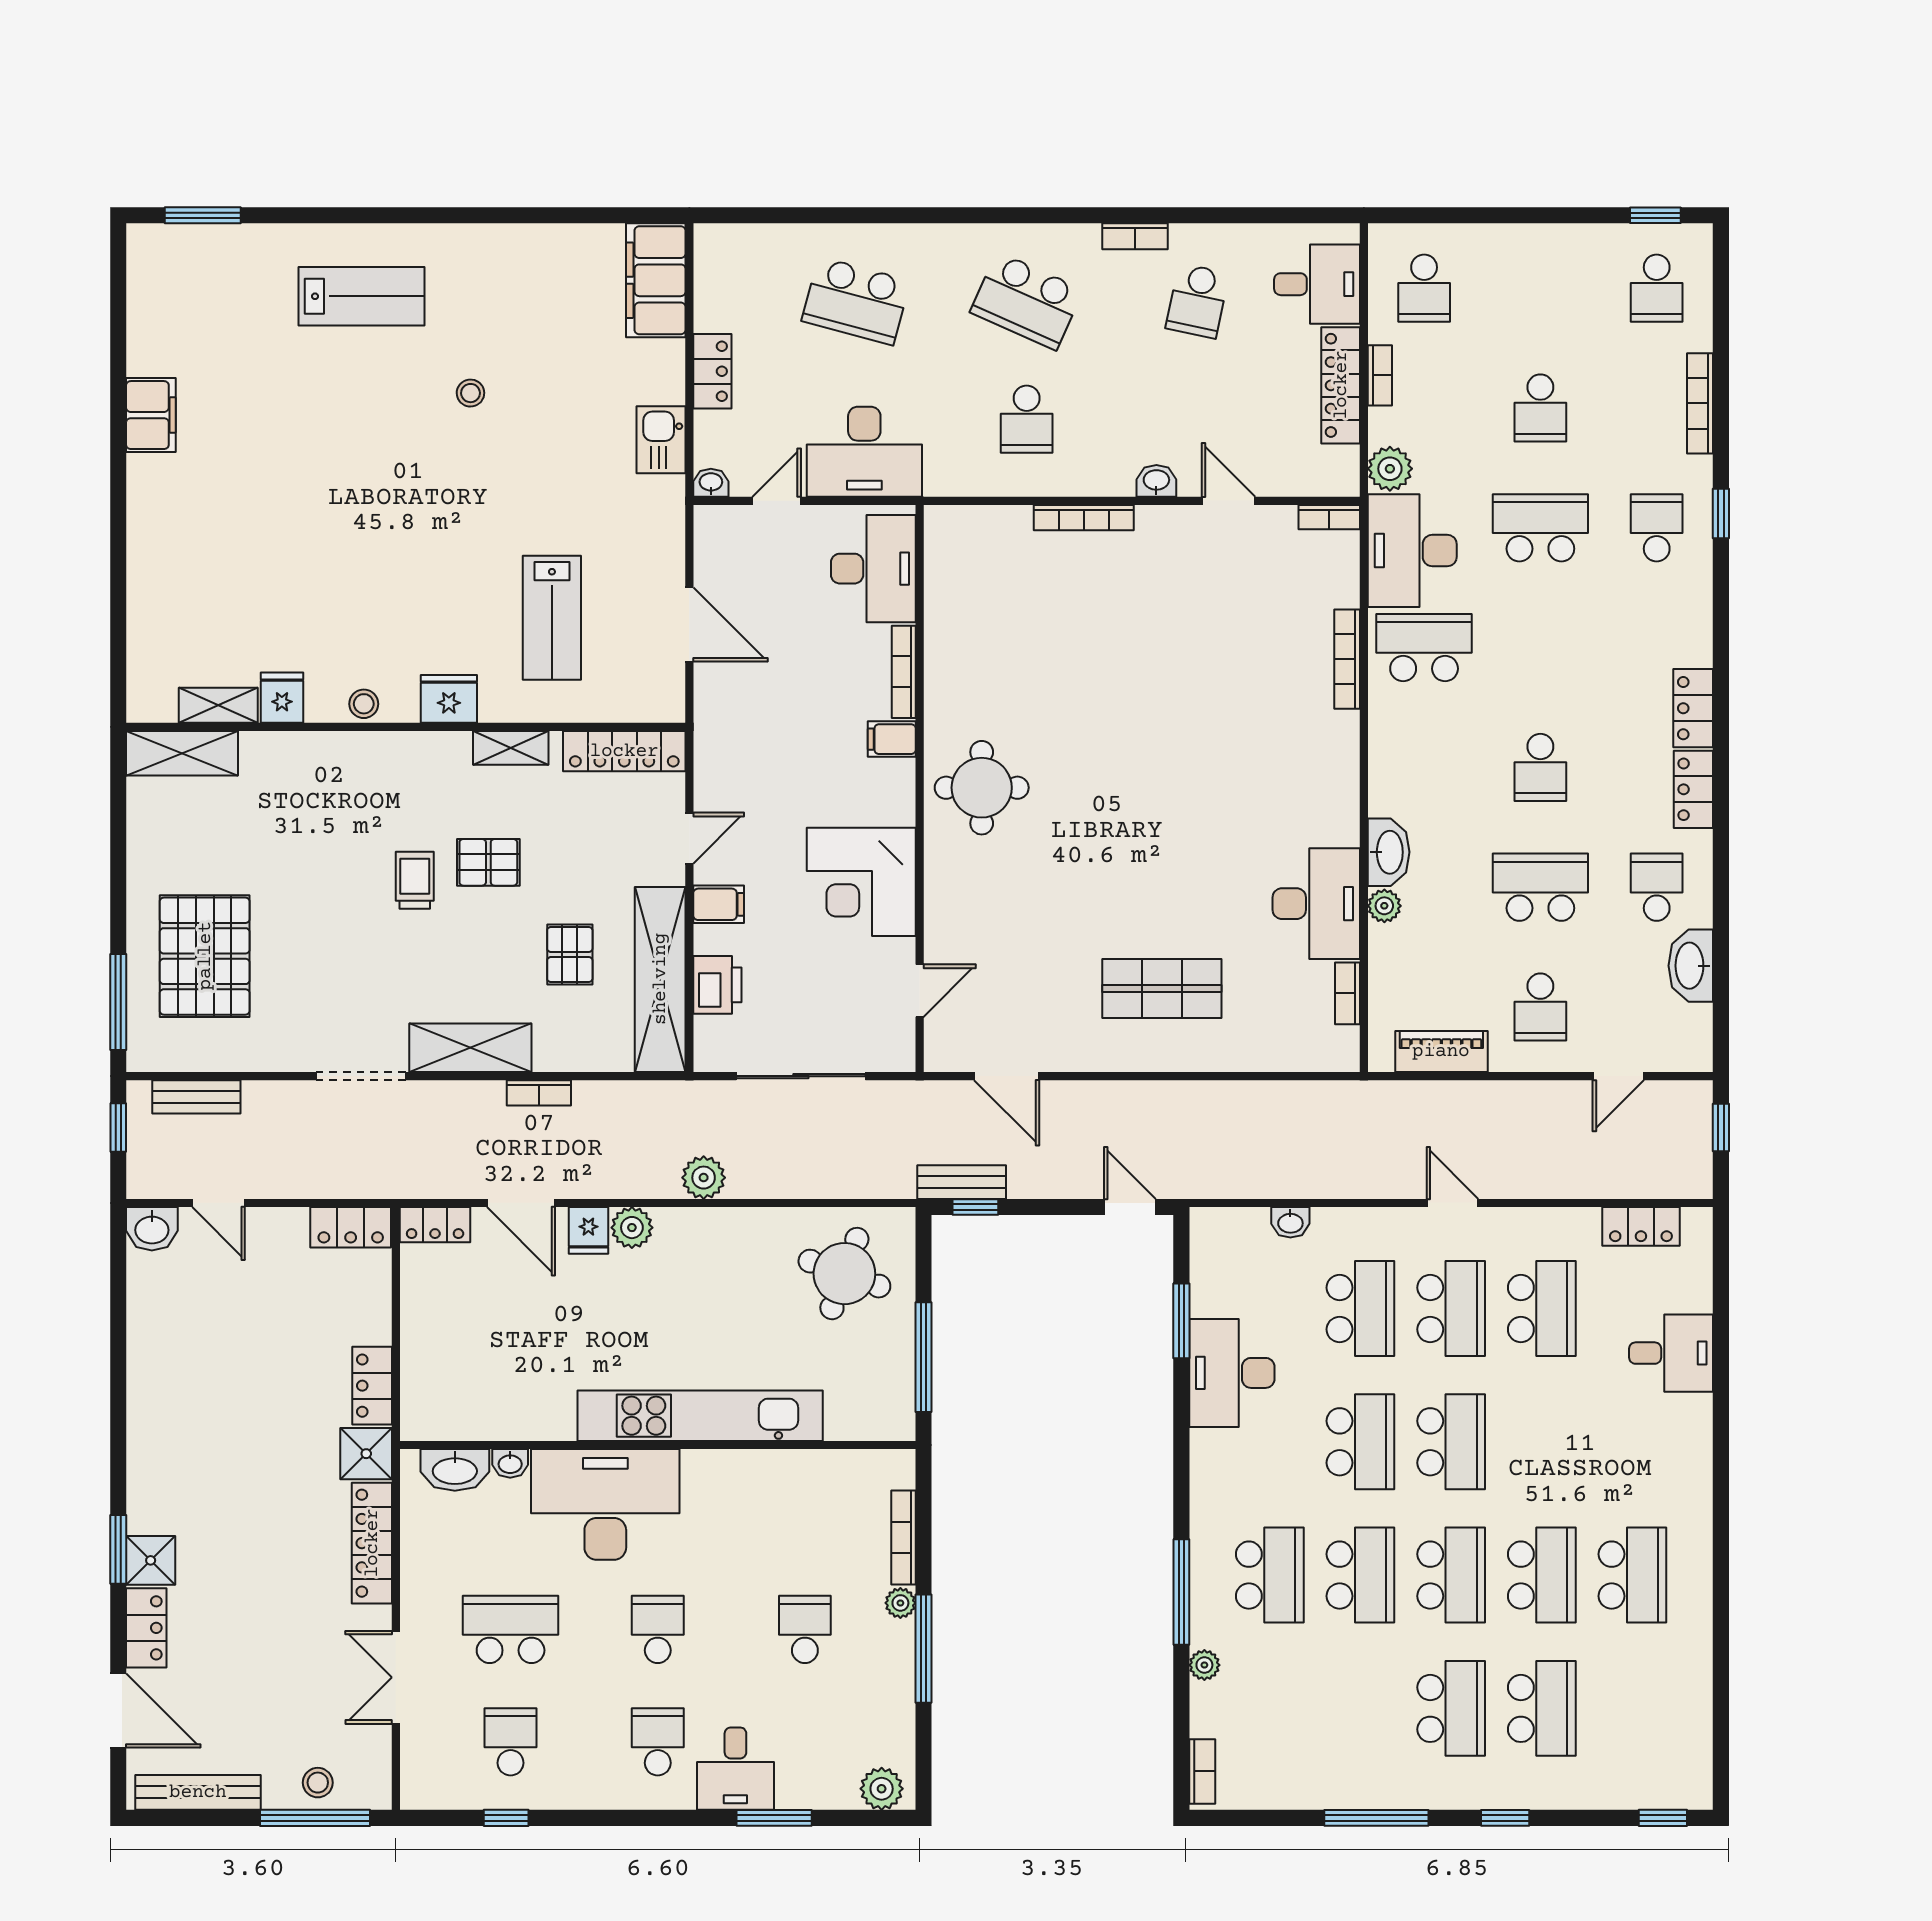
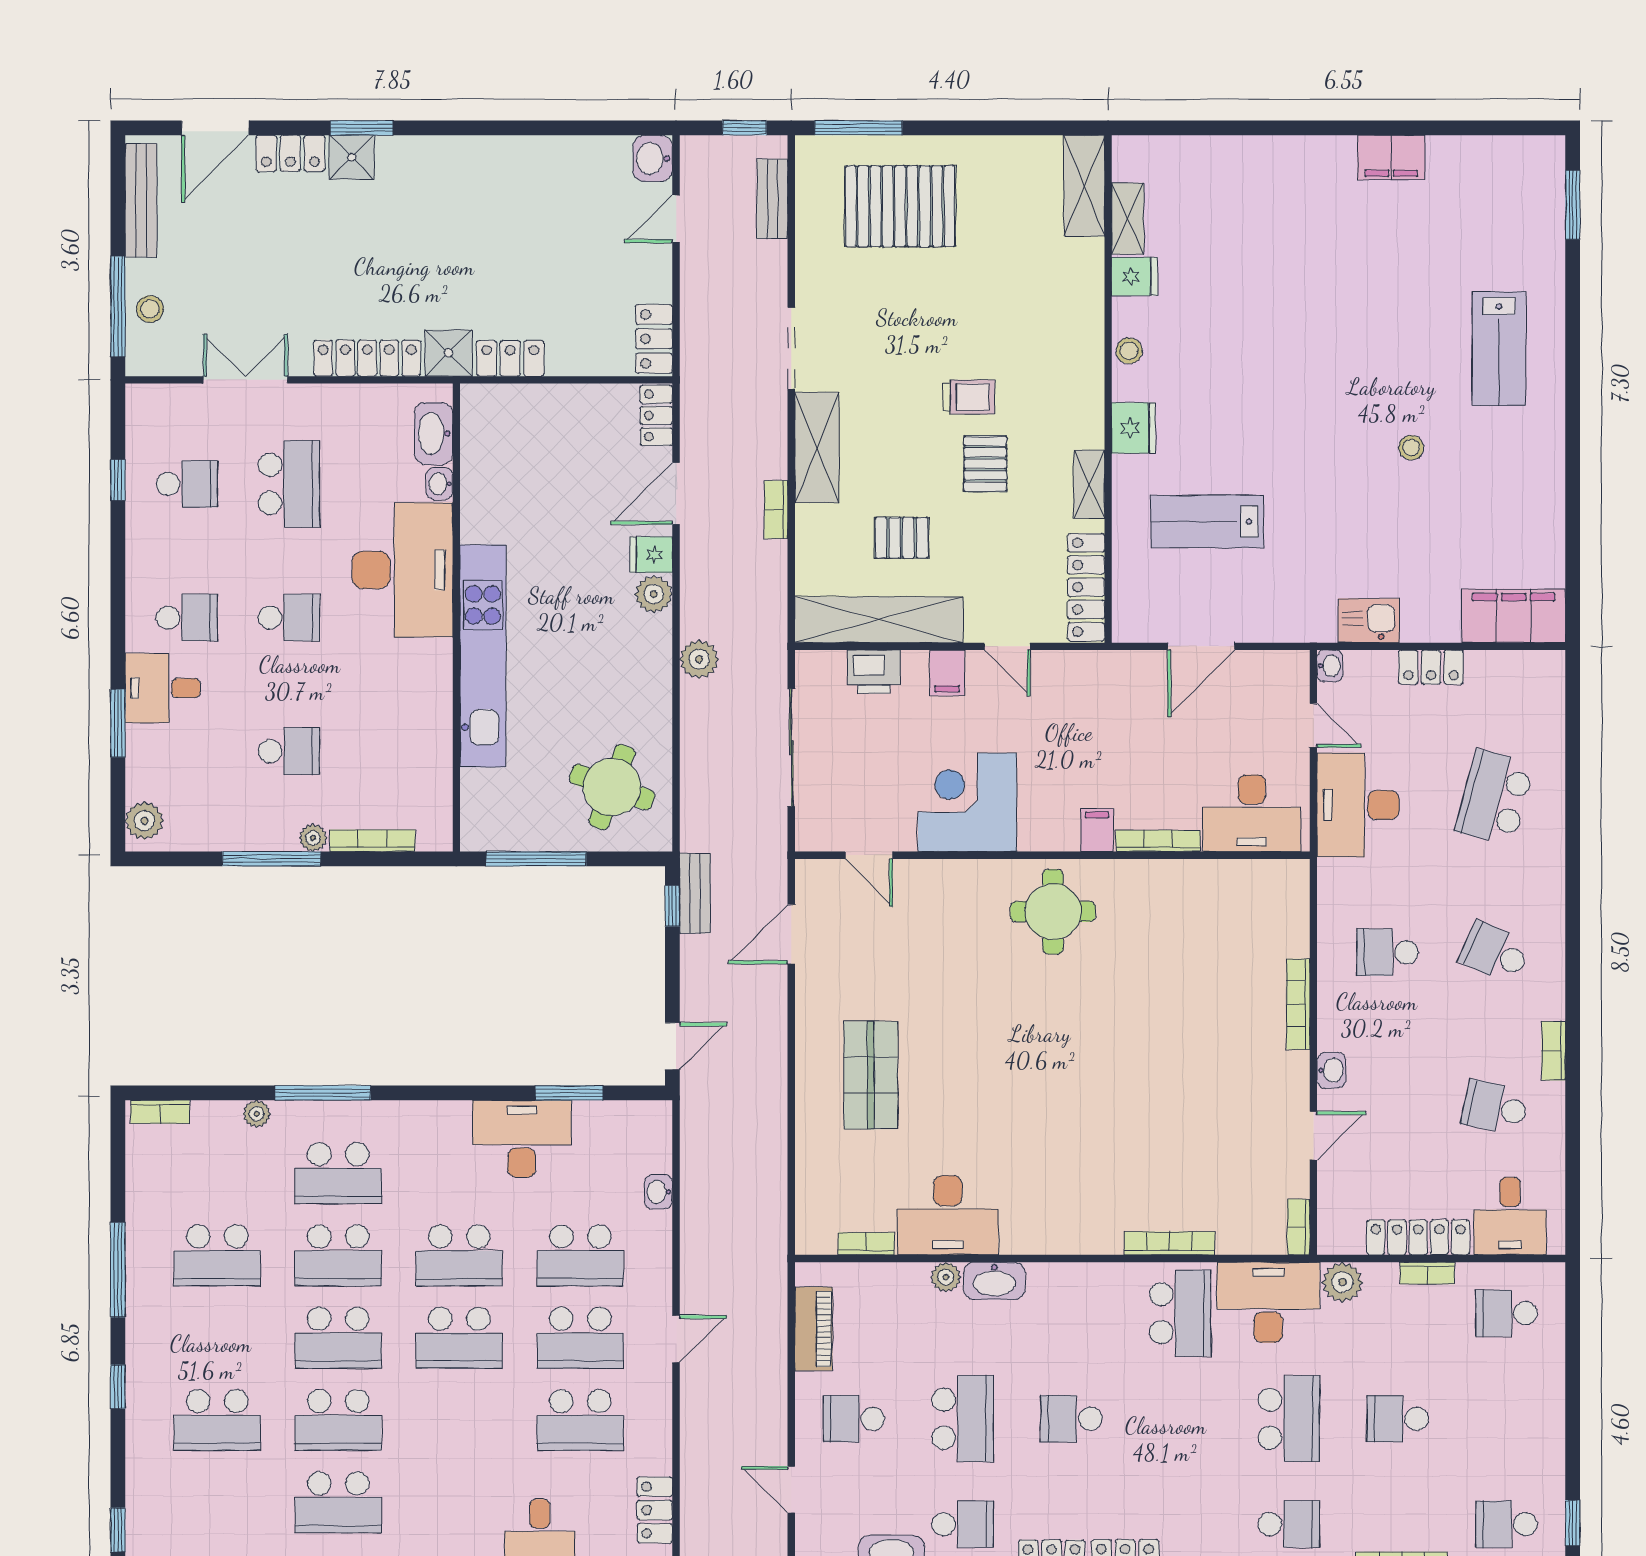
school desk: (1027, 301) -> (1495, 952), width x0.54
school desk: (1451, 1708) -> (217, 1255), moved

